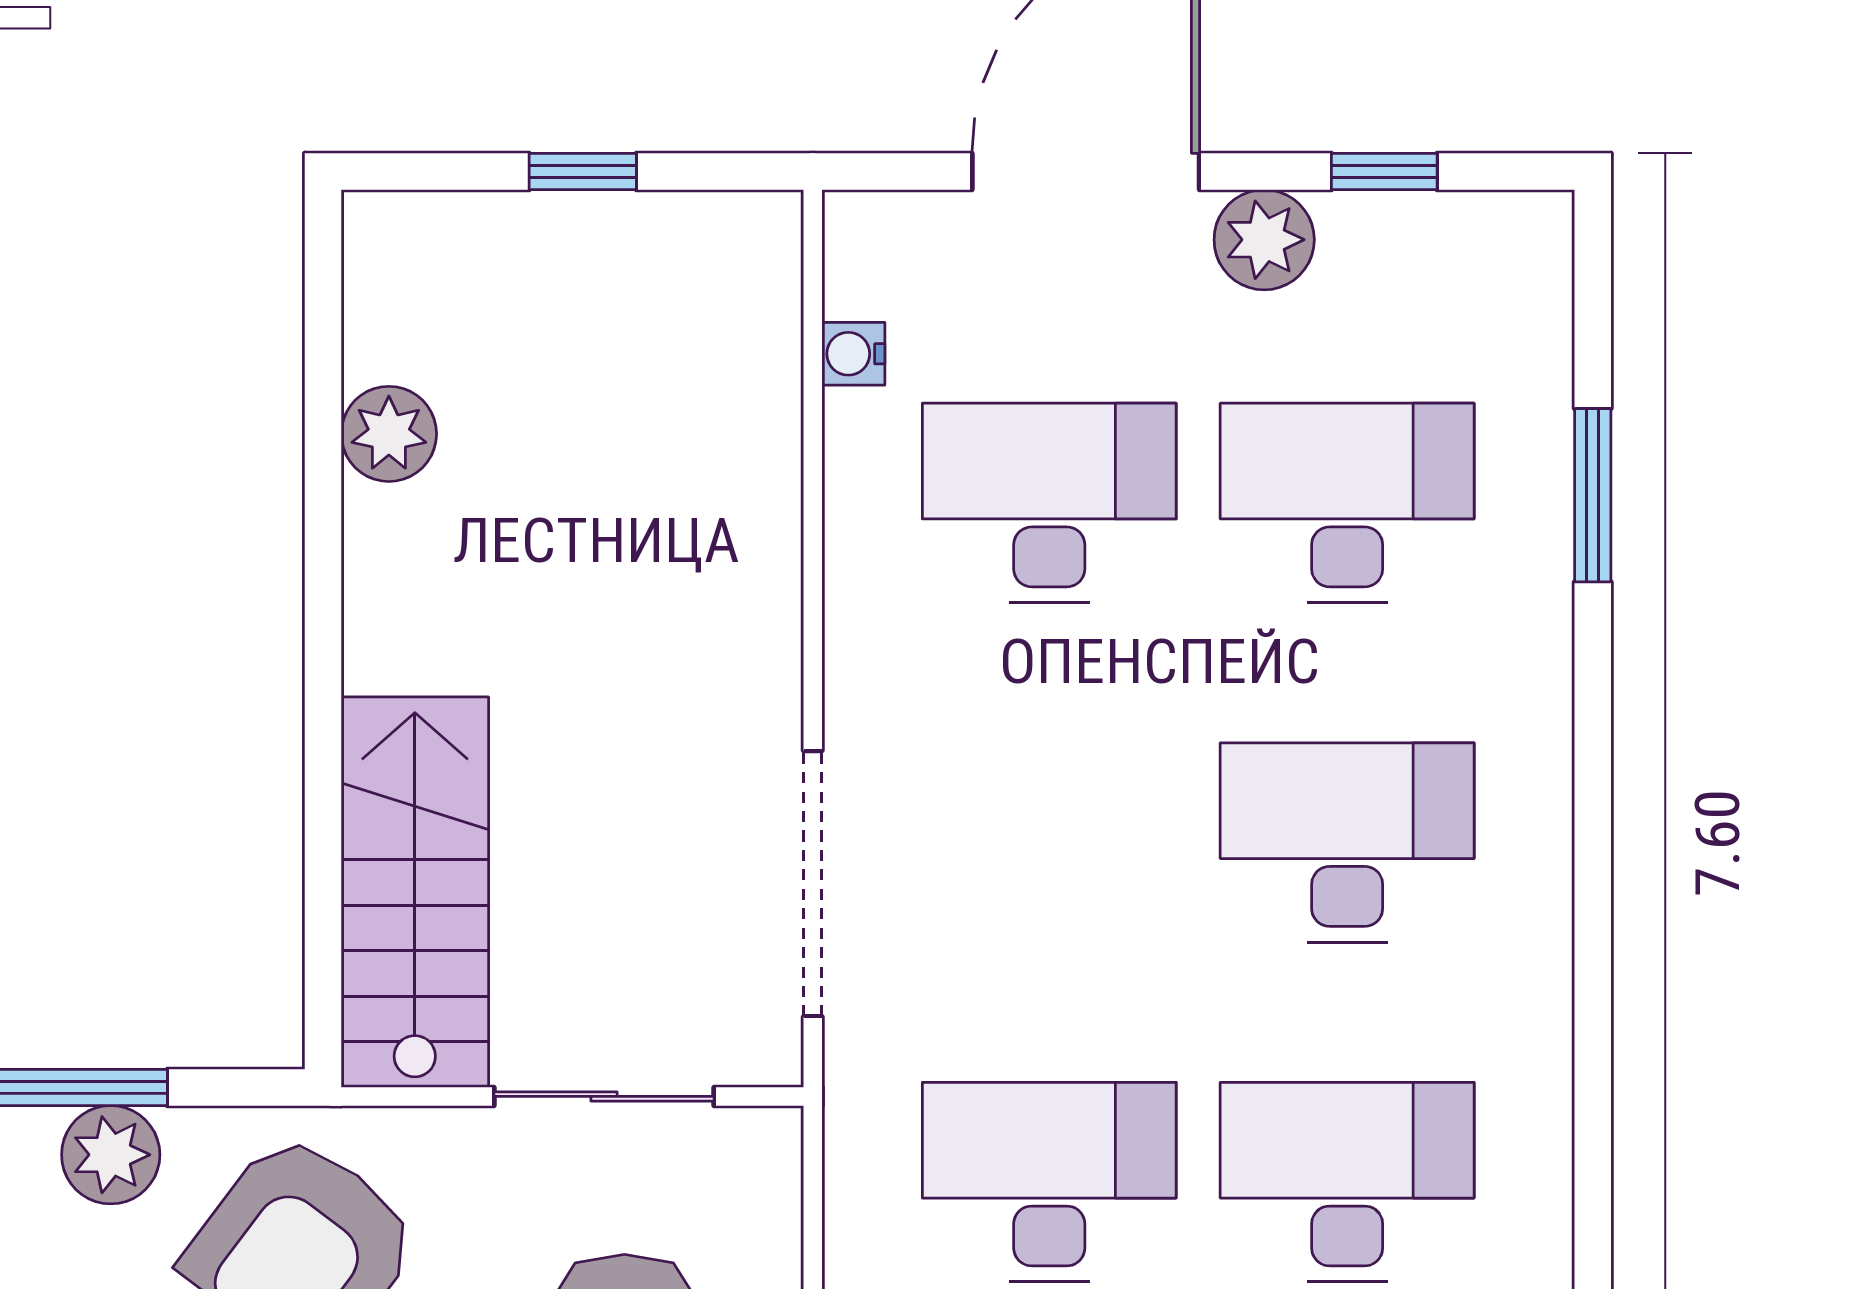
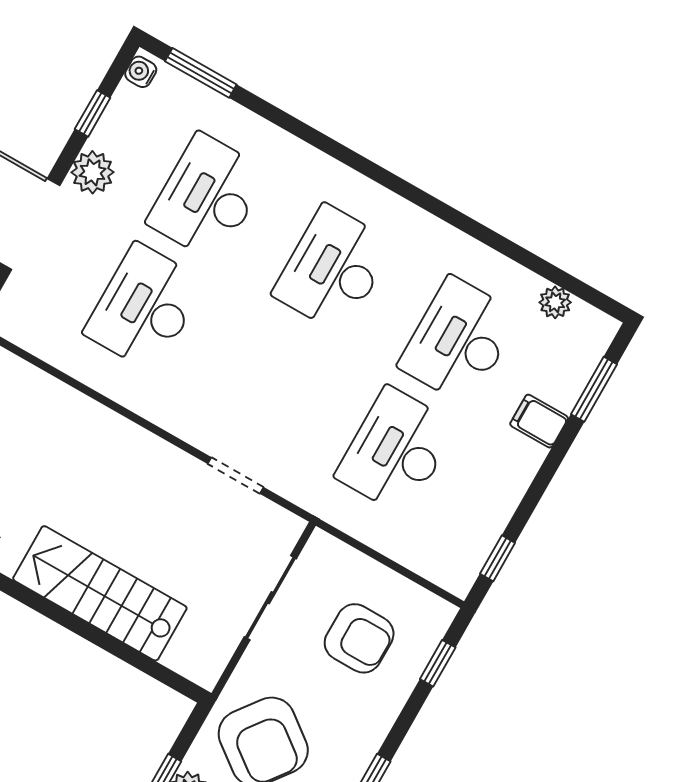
water cooler: (853, 354) -> (141, 72), moved, turned 90
window: (1593, 495) -> (201, 73), moved
doorway: (813, 884) -> (236, 475), width x0.53
stairs: (415, 892) -> (100, 593), moved

